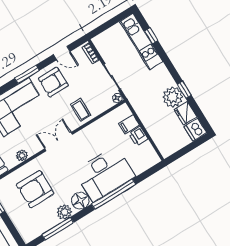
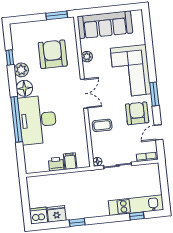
plant: (173, 97) -> (76, 210), removed
window: (58, 229) -> (10, 57), width x0.46

